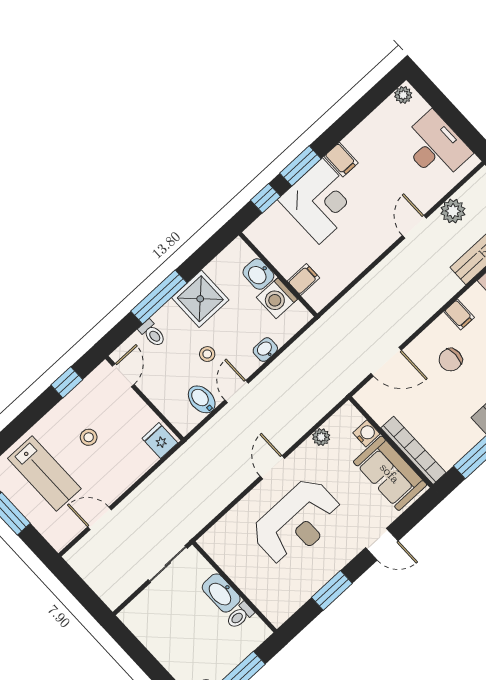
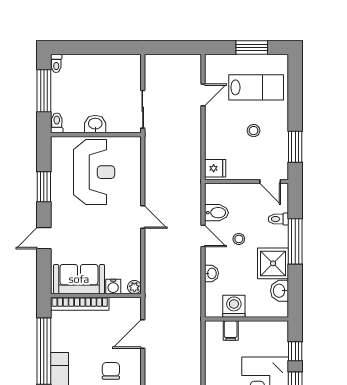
washbasin: (258, 274) -> (280, 291), moved, turned -90
window: (67, 382) -> (295, 147), width x1.50
plant: (321, 437) -> (134, 287), moved
lab bench: (44, 473) -> (256, 87), turned 180
reception desk: (297, 522) -> (94, 172), moved, turned 180
washbasin: (221, 593) -> (95, 124), width x0.72
toilet: (240, 616) -> (57, 123), moved

